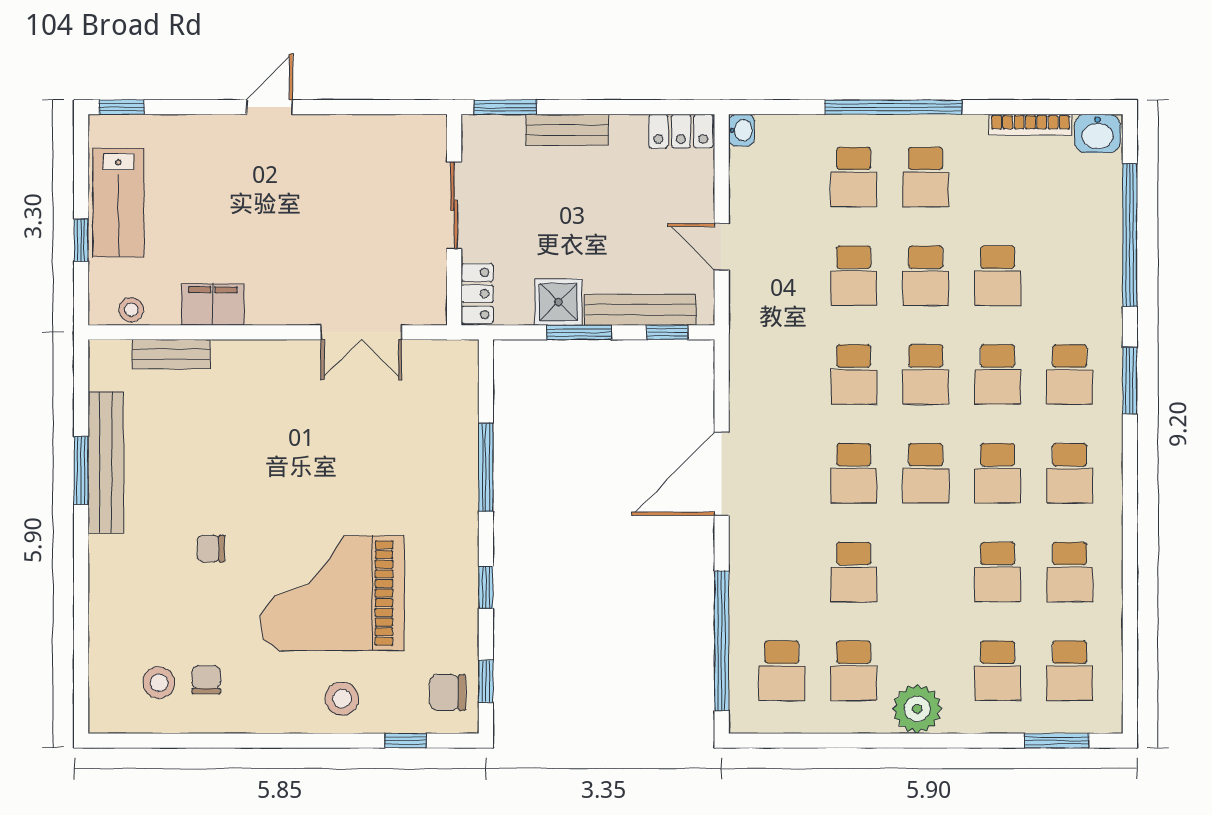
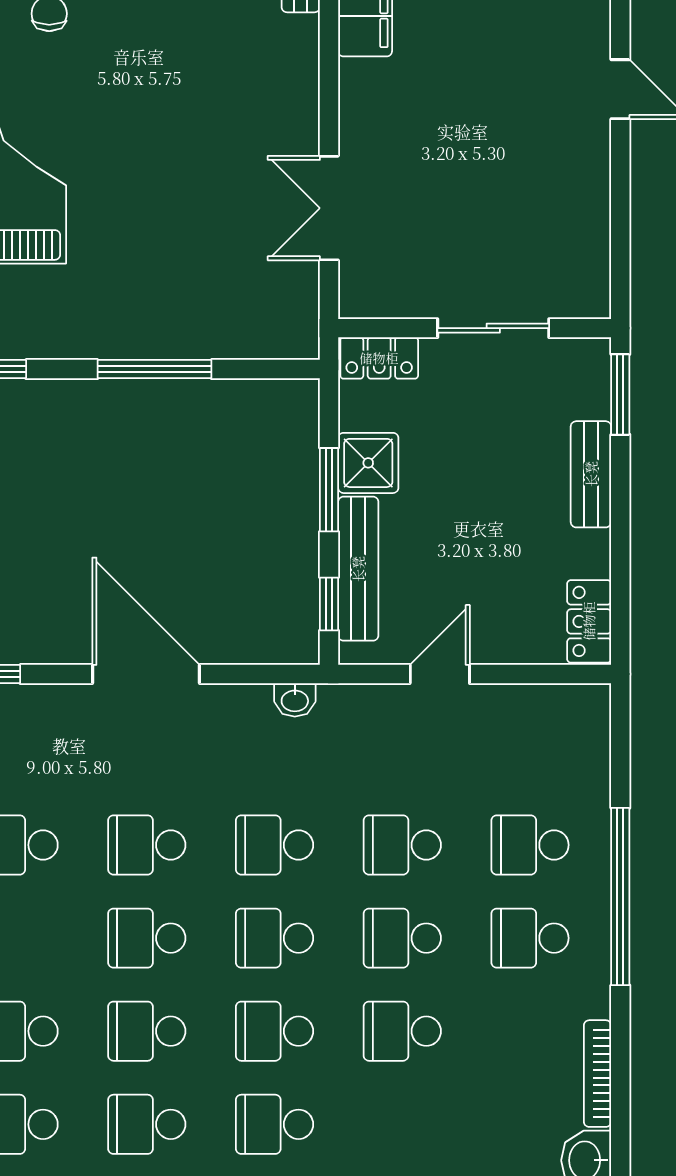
washbasin: (742, 130) -> (295, 700), moved

